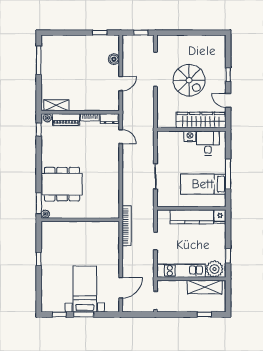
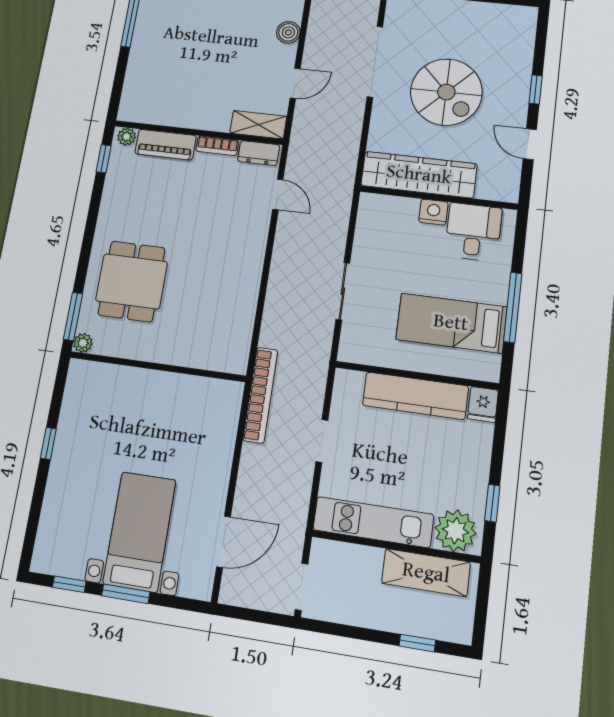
shelving: (56, 105) -> (258, 125), moved
wardrobe: (201, 120) -> (419, 175), moved
dining table: (62, 184) -> (132, 281), width x0.73

